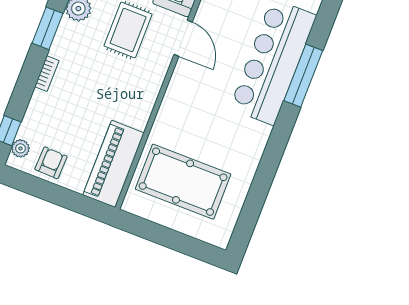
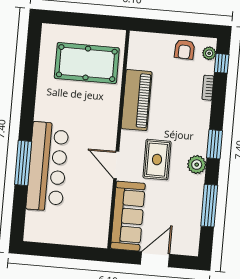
bookcase: (47, 74) -> (208, 88), moved
piano: (113, 164) -> (136, 100), moved

